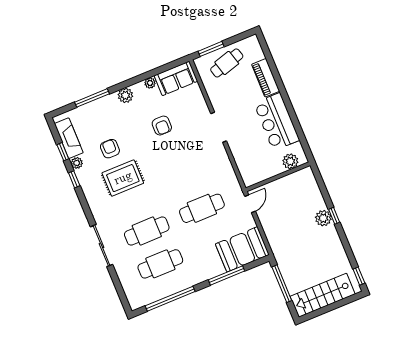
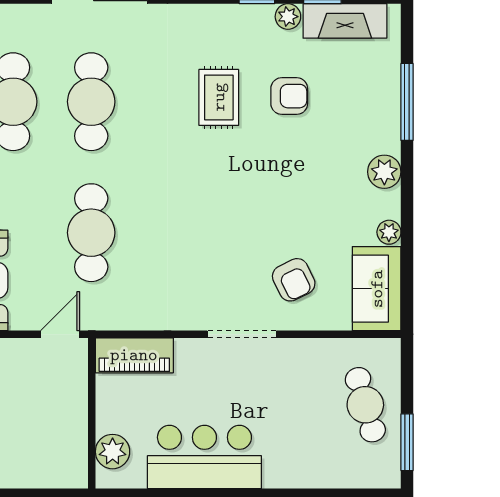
window: (211, 49) -> (407, 442), moved
piano: (266, 78) -> (134, 355), moved, turned 180
armchair: (162, 126) -> (294, 280), moved, turned -116
rug: (123, 178) -> (219, 97), width x0.73, depth x0.70
door: (250, 204) -> (60, 334), swing flipped

